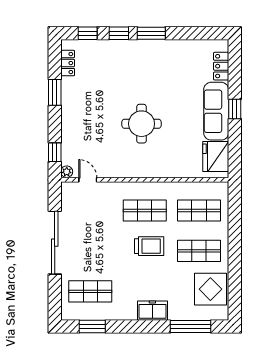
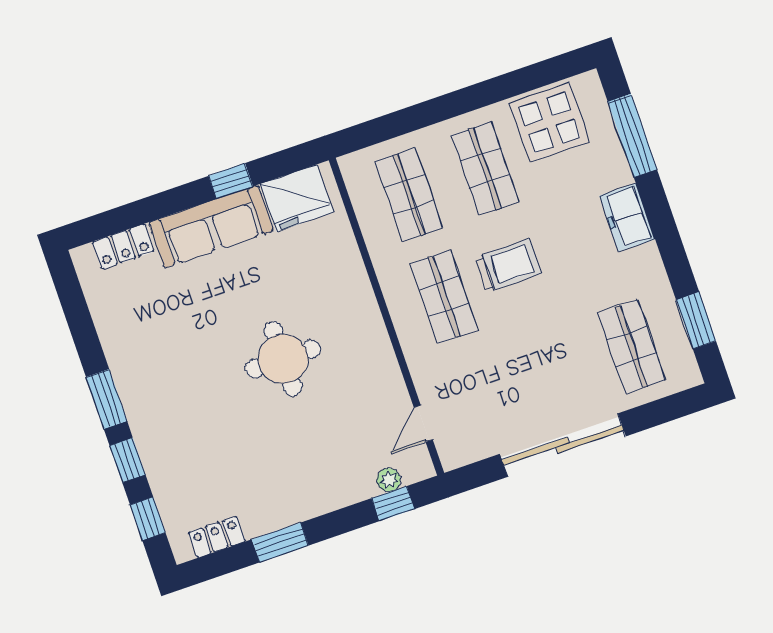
window: (235, 109) -> (231, 181), moved
plant: (67, 172) -> (389, 480), moved
trolley: (149, 246) -> (508, 265), turned 90

